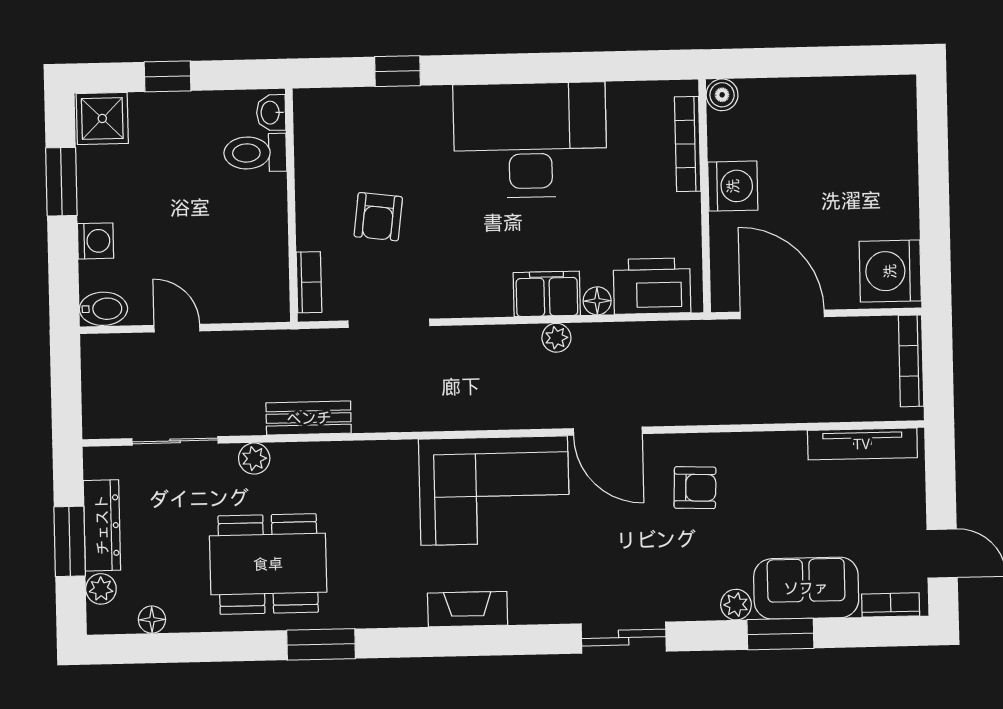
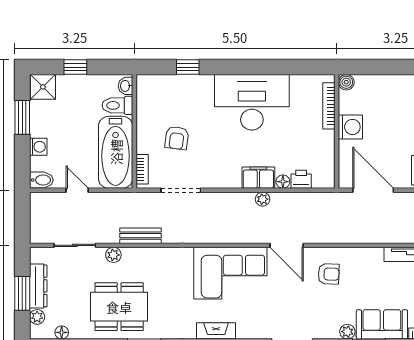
bathtub: (254, 249) -> (116, 152), added
printer: (652, 286) -> (301, 179), width x0.53, depth x0.68

